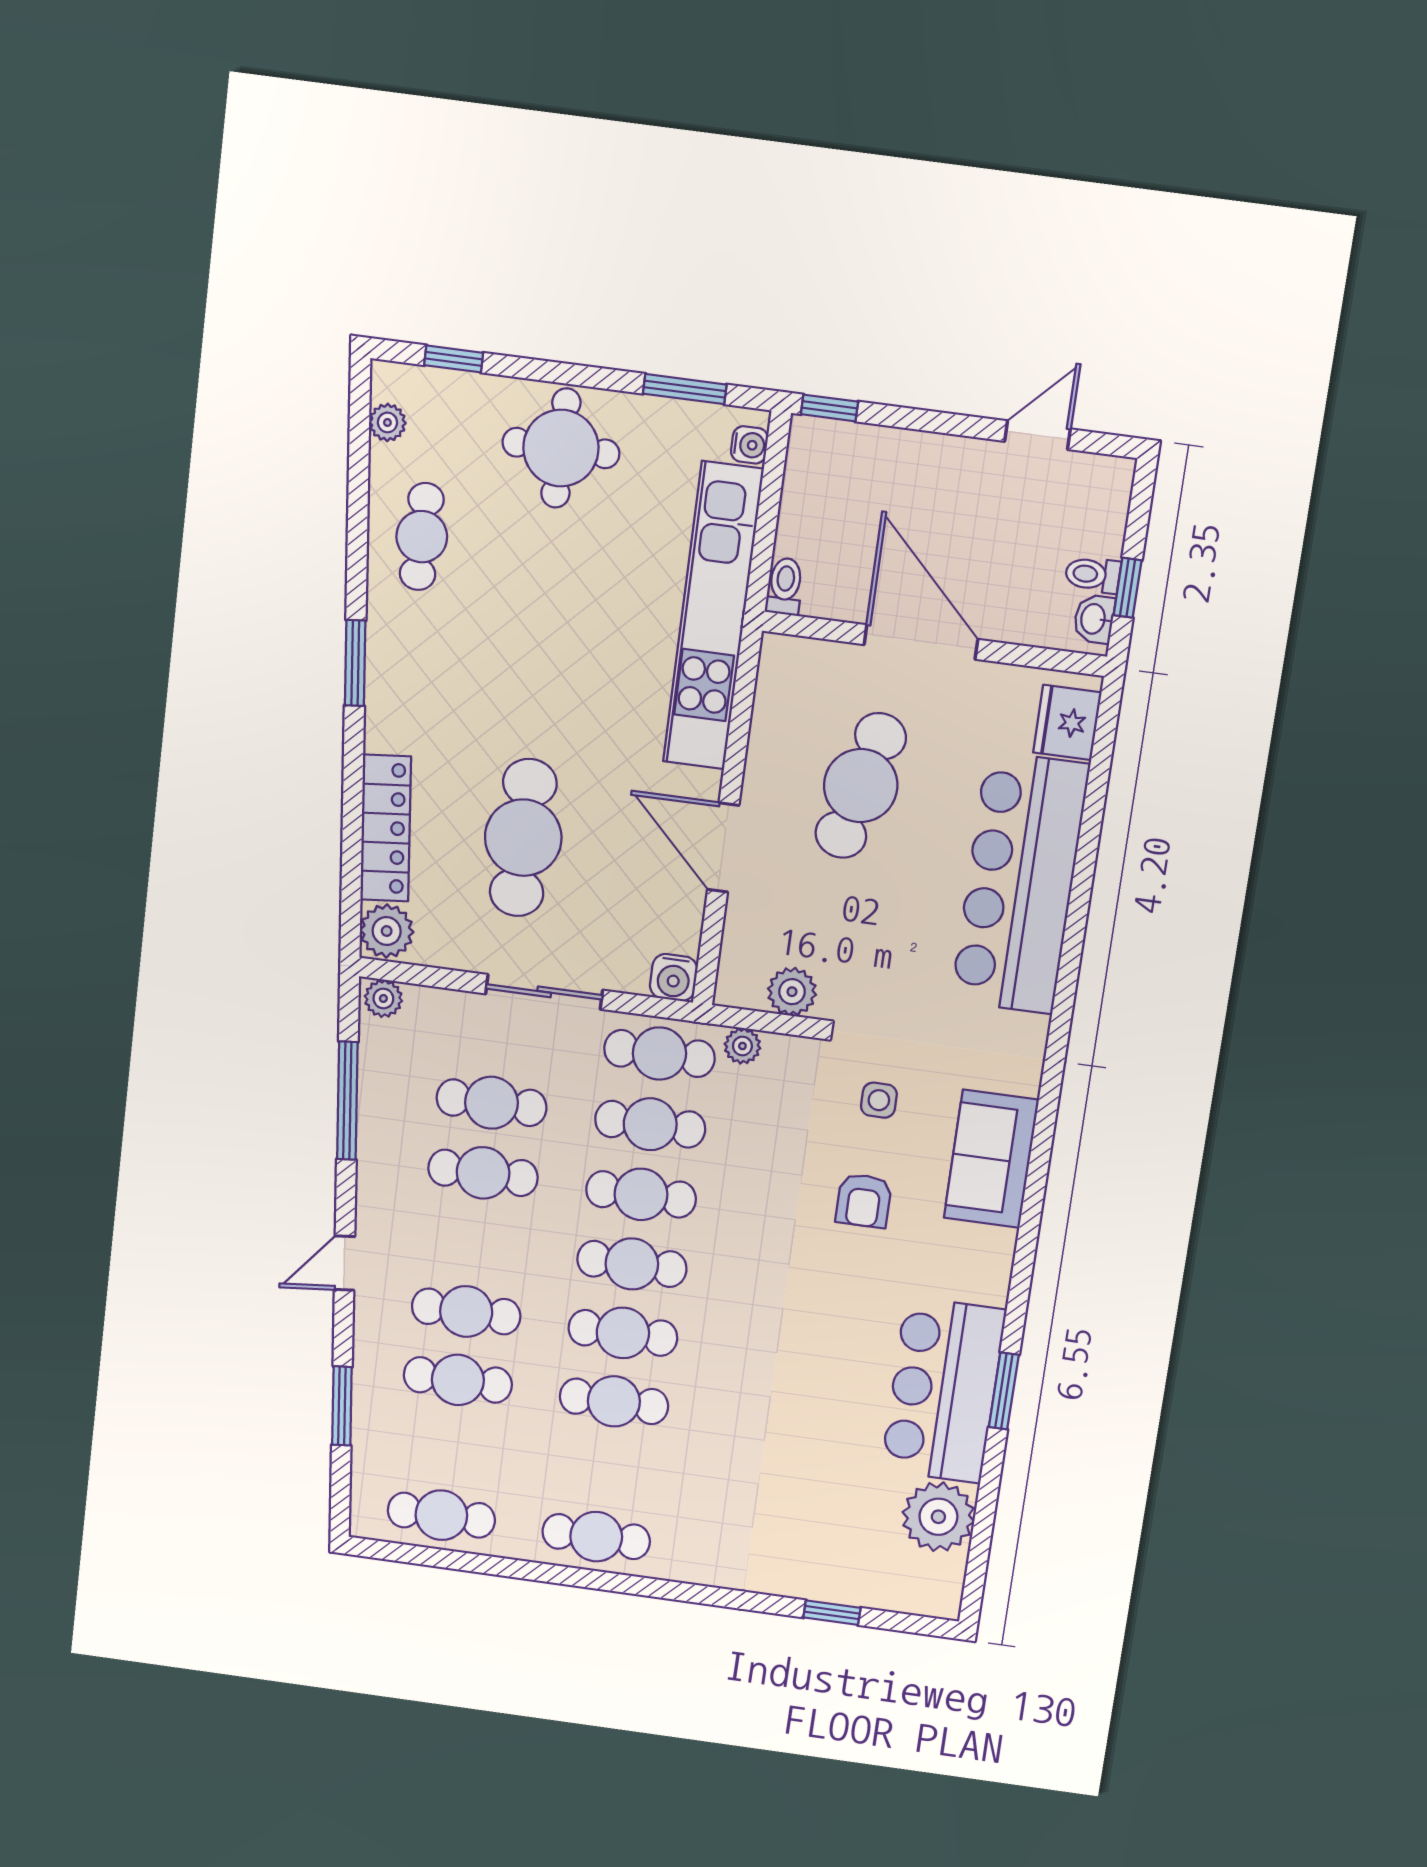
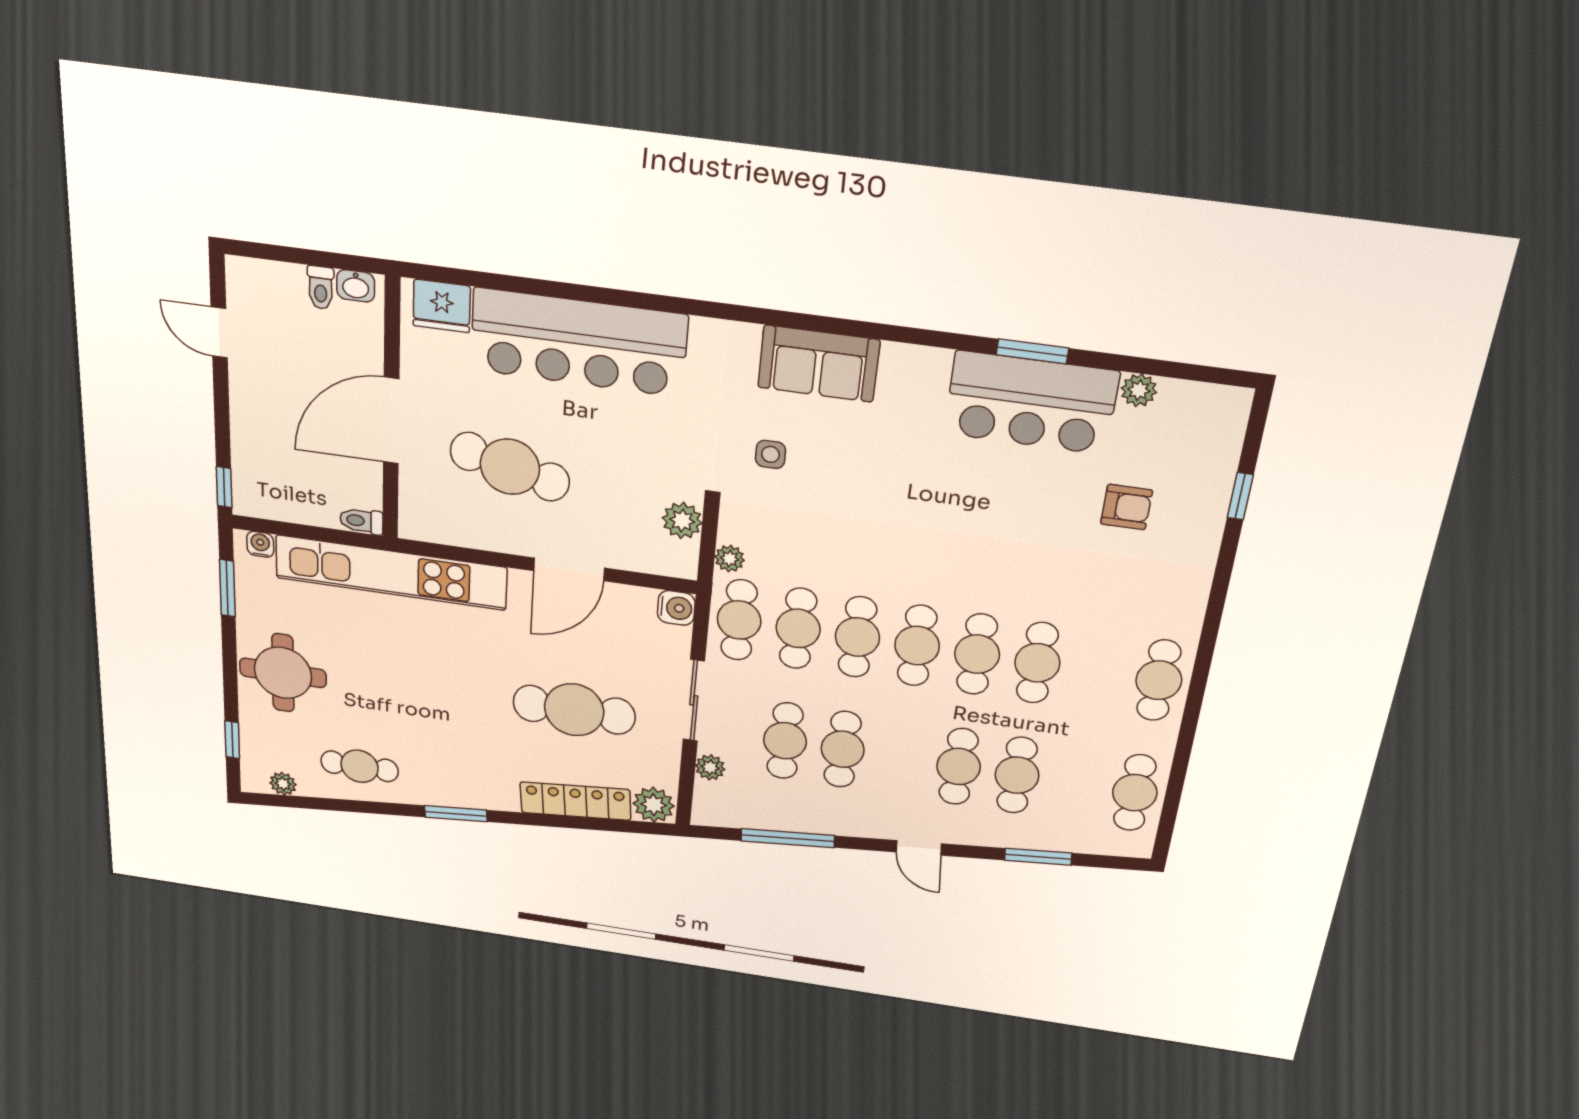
window: (1127, 588) -> (327, 259), removed
plant: (383, 998) -> (710, 767), moved
armchair: (864, 1201) -> (1126, 507), moved
plant: (938, 1517) -> (1139, 390), width x0.53, depth x0.53

